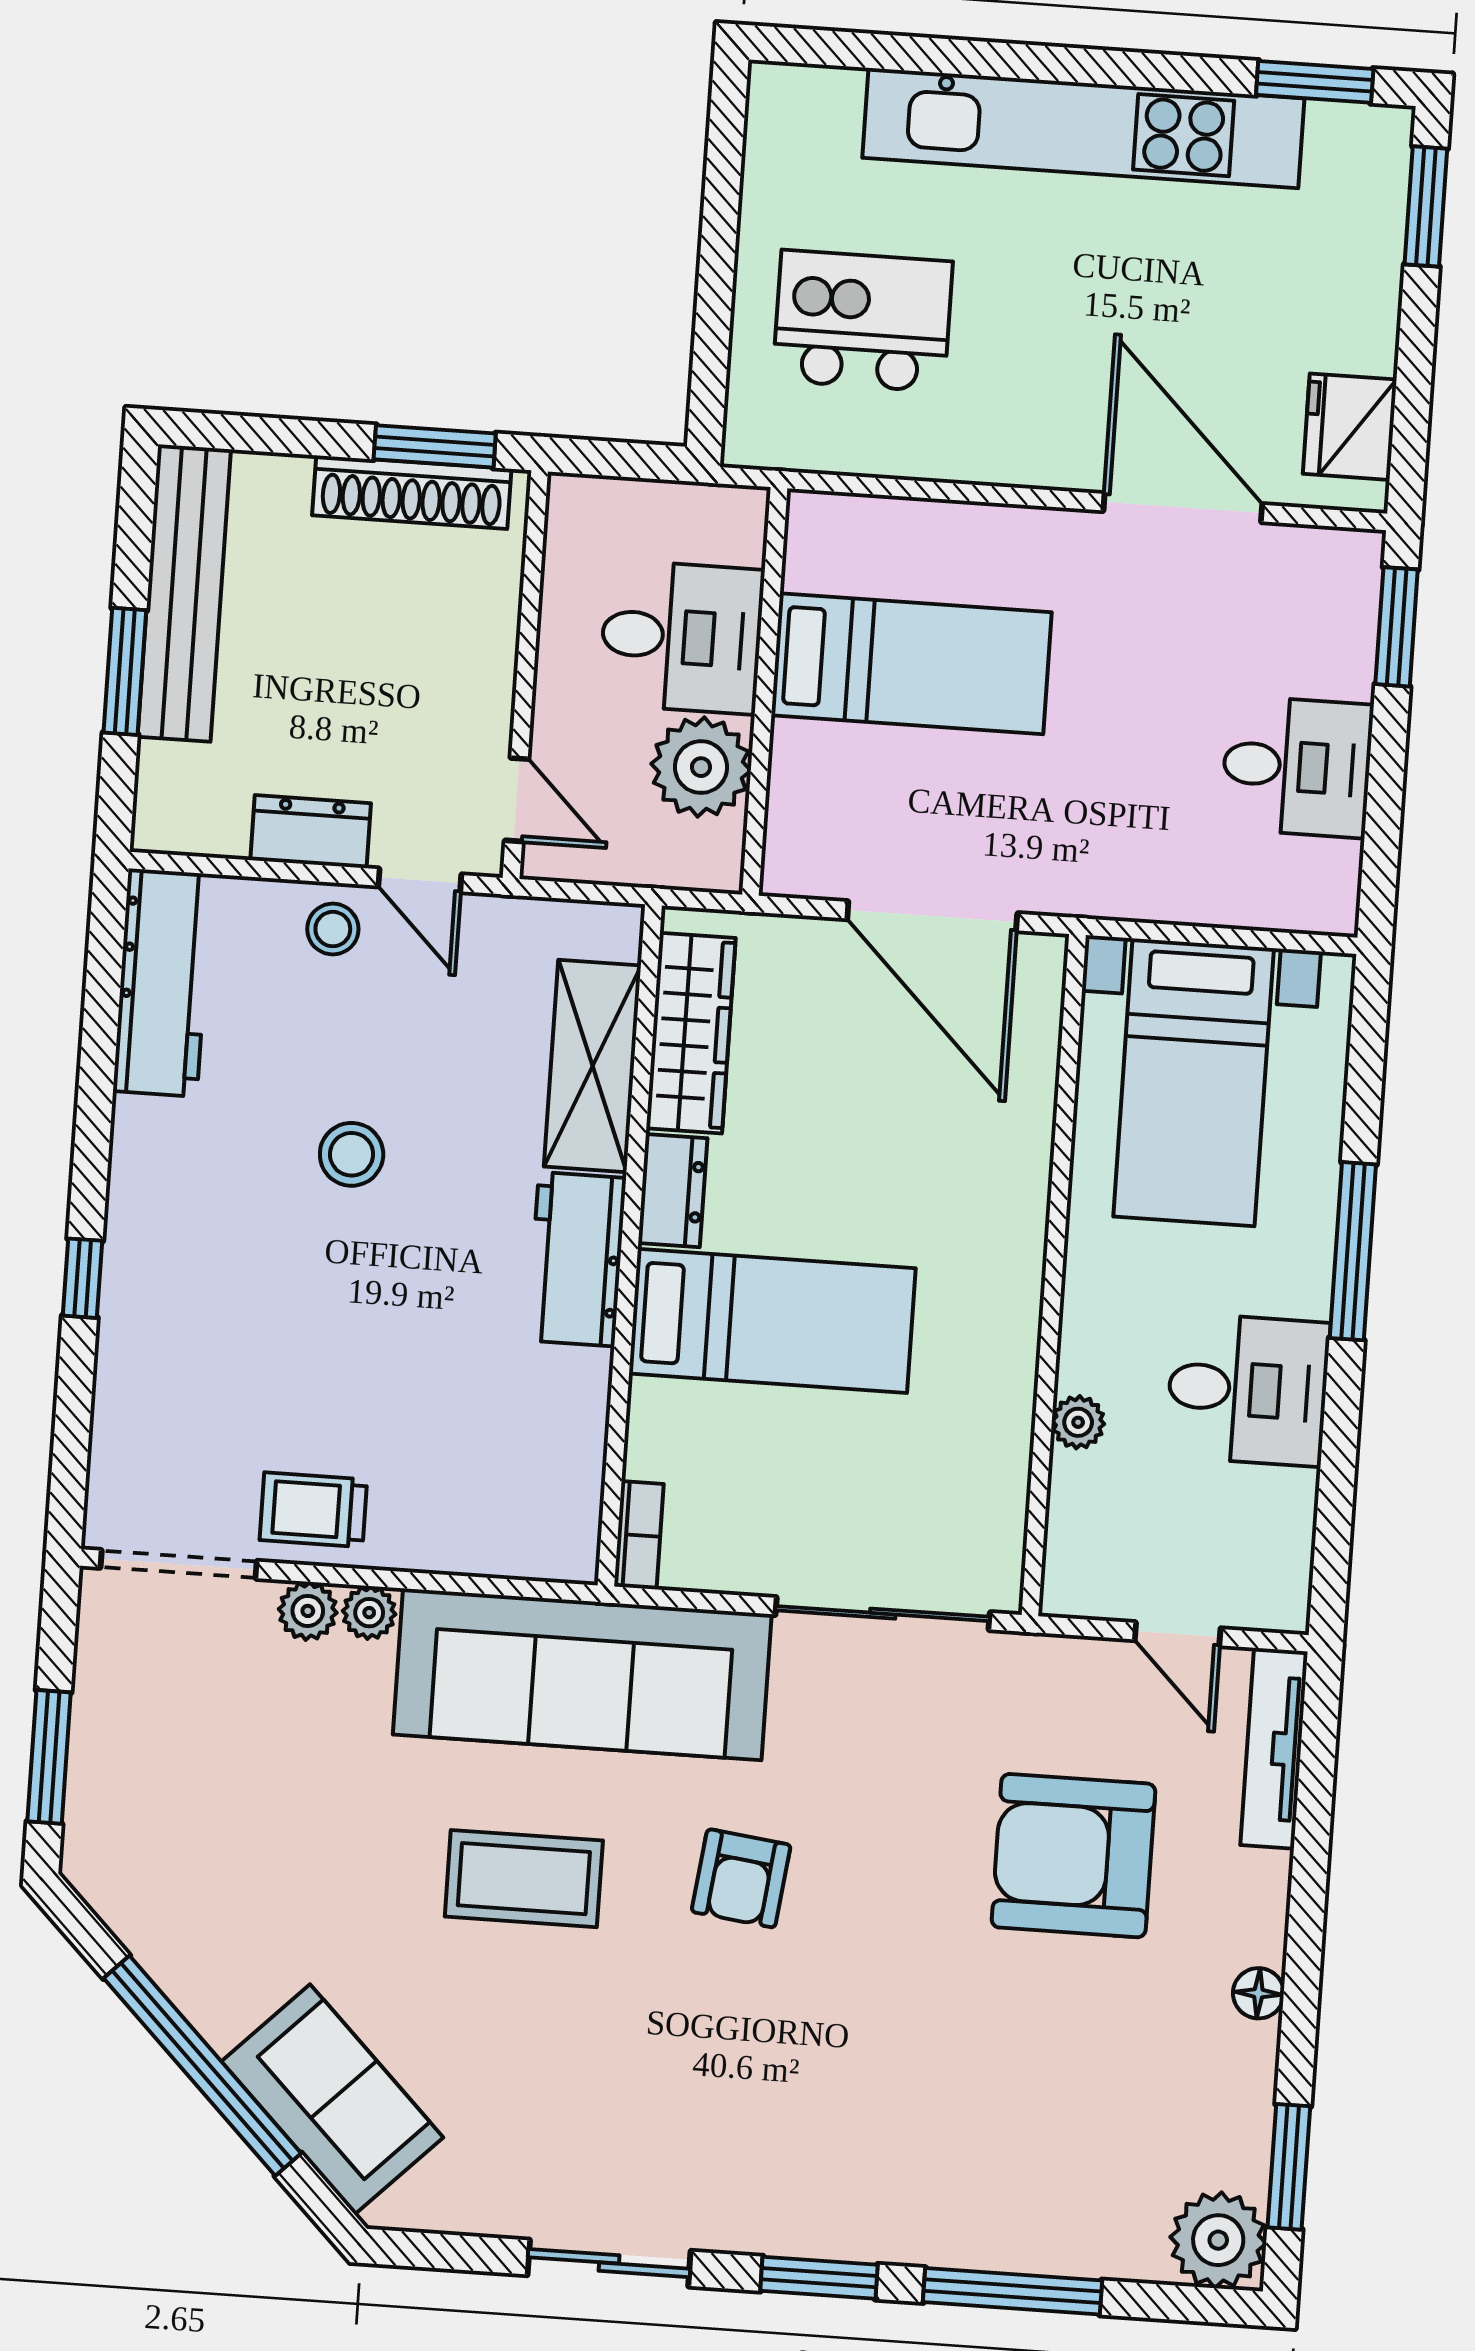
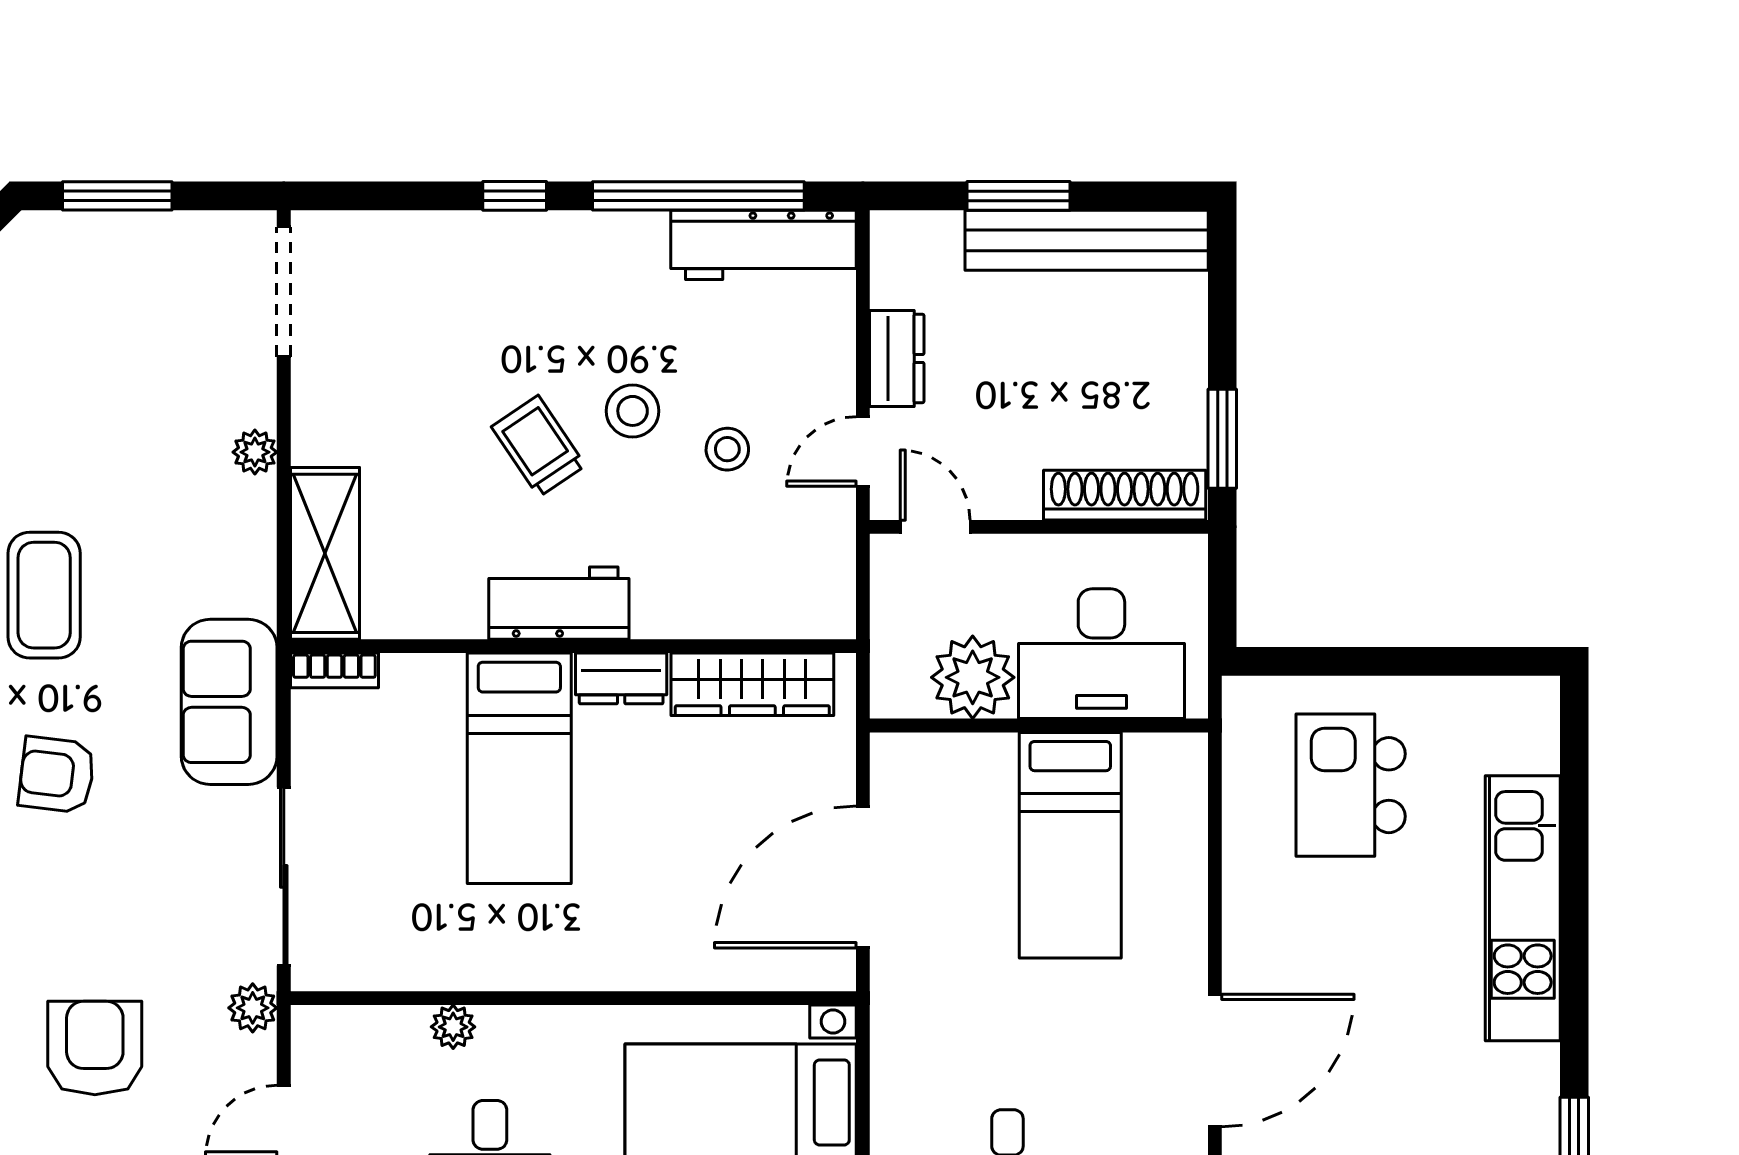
kitchen unit: (1083, 128) -> (1523, 908), width x0.73
kitchen island: (863, 321) -> (1351, 785), turned 180
shoe rack: (412, 492) -> (1125, 495), moved, turned 90
desk: (681, 637) -> (1101, 654), width x1.37
door: (517, 800) -> (935, 527), swing flipped
stool: (333, 929) -> (727, 449), moved
window: (98, 1057) -> (698, 196), added
shelving: (592, 1066) -> (325, 553), moved, turned 90
trolley: (313, 1510) -> (538, 446), moved, turned -34
plant: (308, 1611) -> (253, 1008), moved
sofa: (582, 1674) -> (229, 702), width x0.54, depth x0.79
armchair: (1073, 1856) -> (95, 1048), width x0.73, depth x0.73

